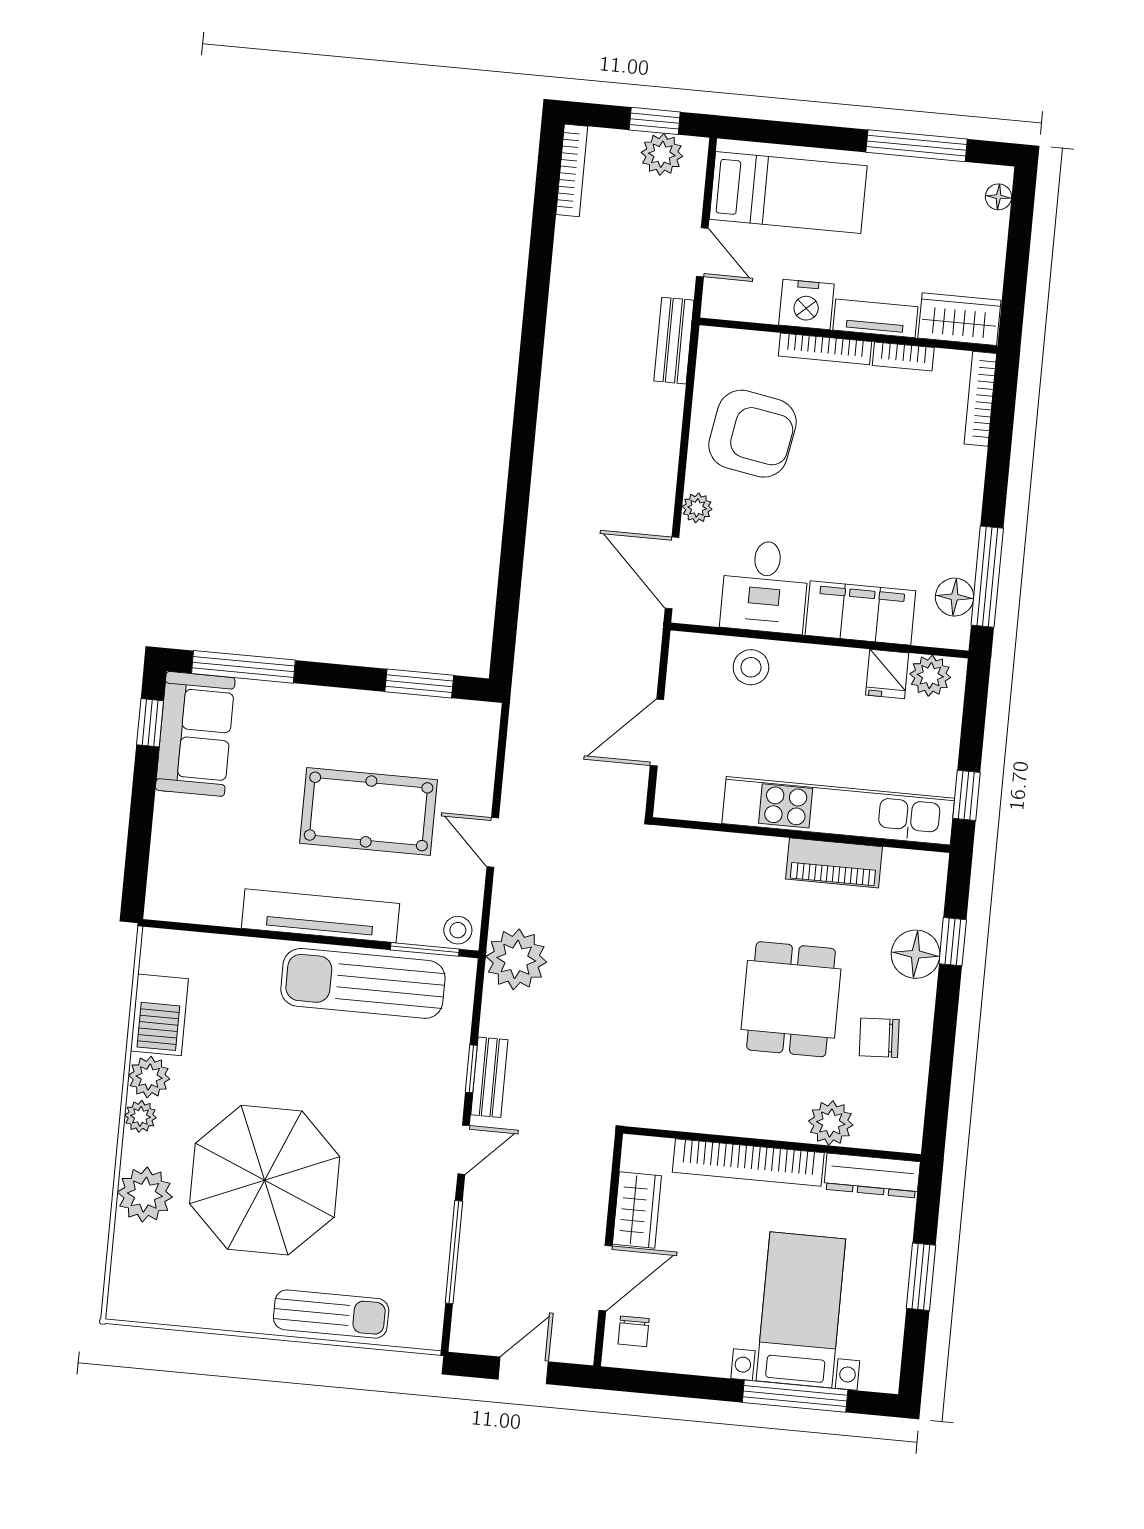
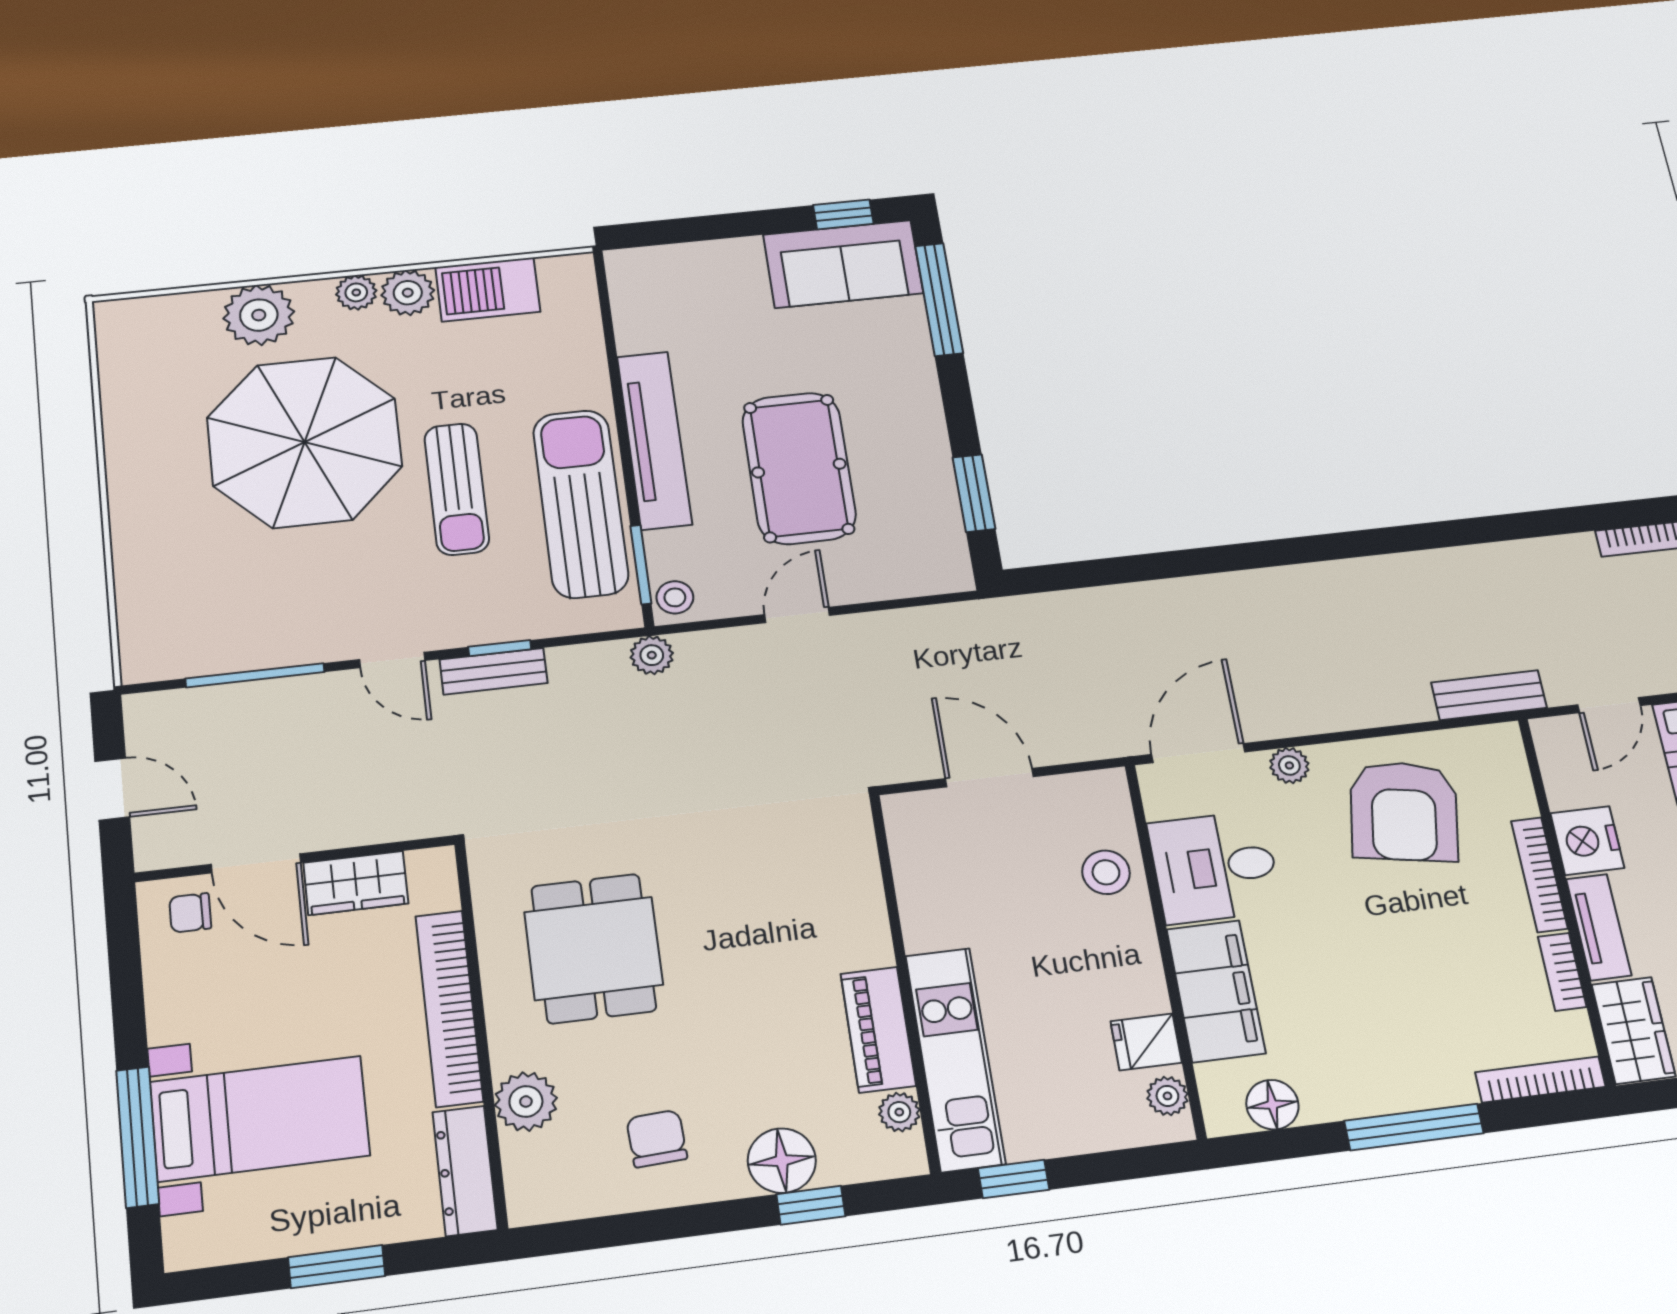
window: (987, 577) -> (1414, 1127), moved
plant: (930, 676) -> (1167, 1096), width x0.73, depth x0.73
kitchen unit: (838, 811) -> (955, 1059), width x0.73
plant: (899, 863) -> (899, 1112), added
plant: (516, 959) -> (652, 655), width x0.53, depth x0.53
dining table: (791, 999) -> (594, 948), moved, turned 90
sun lounger: (331, 1314) -> (457, 489), moved

